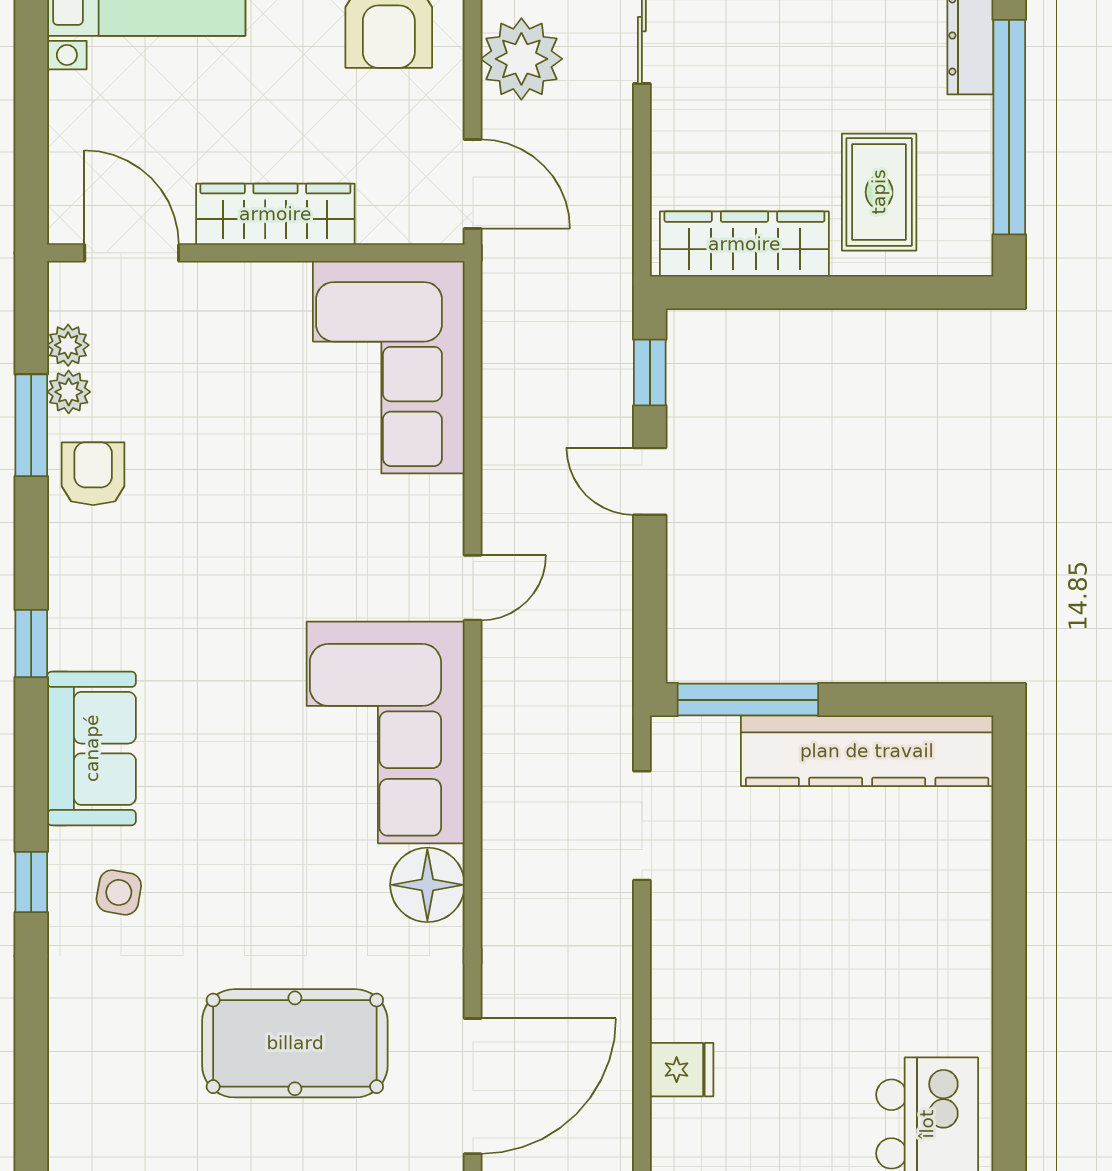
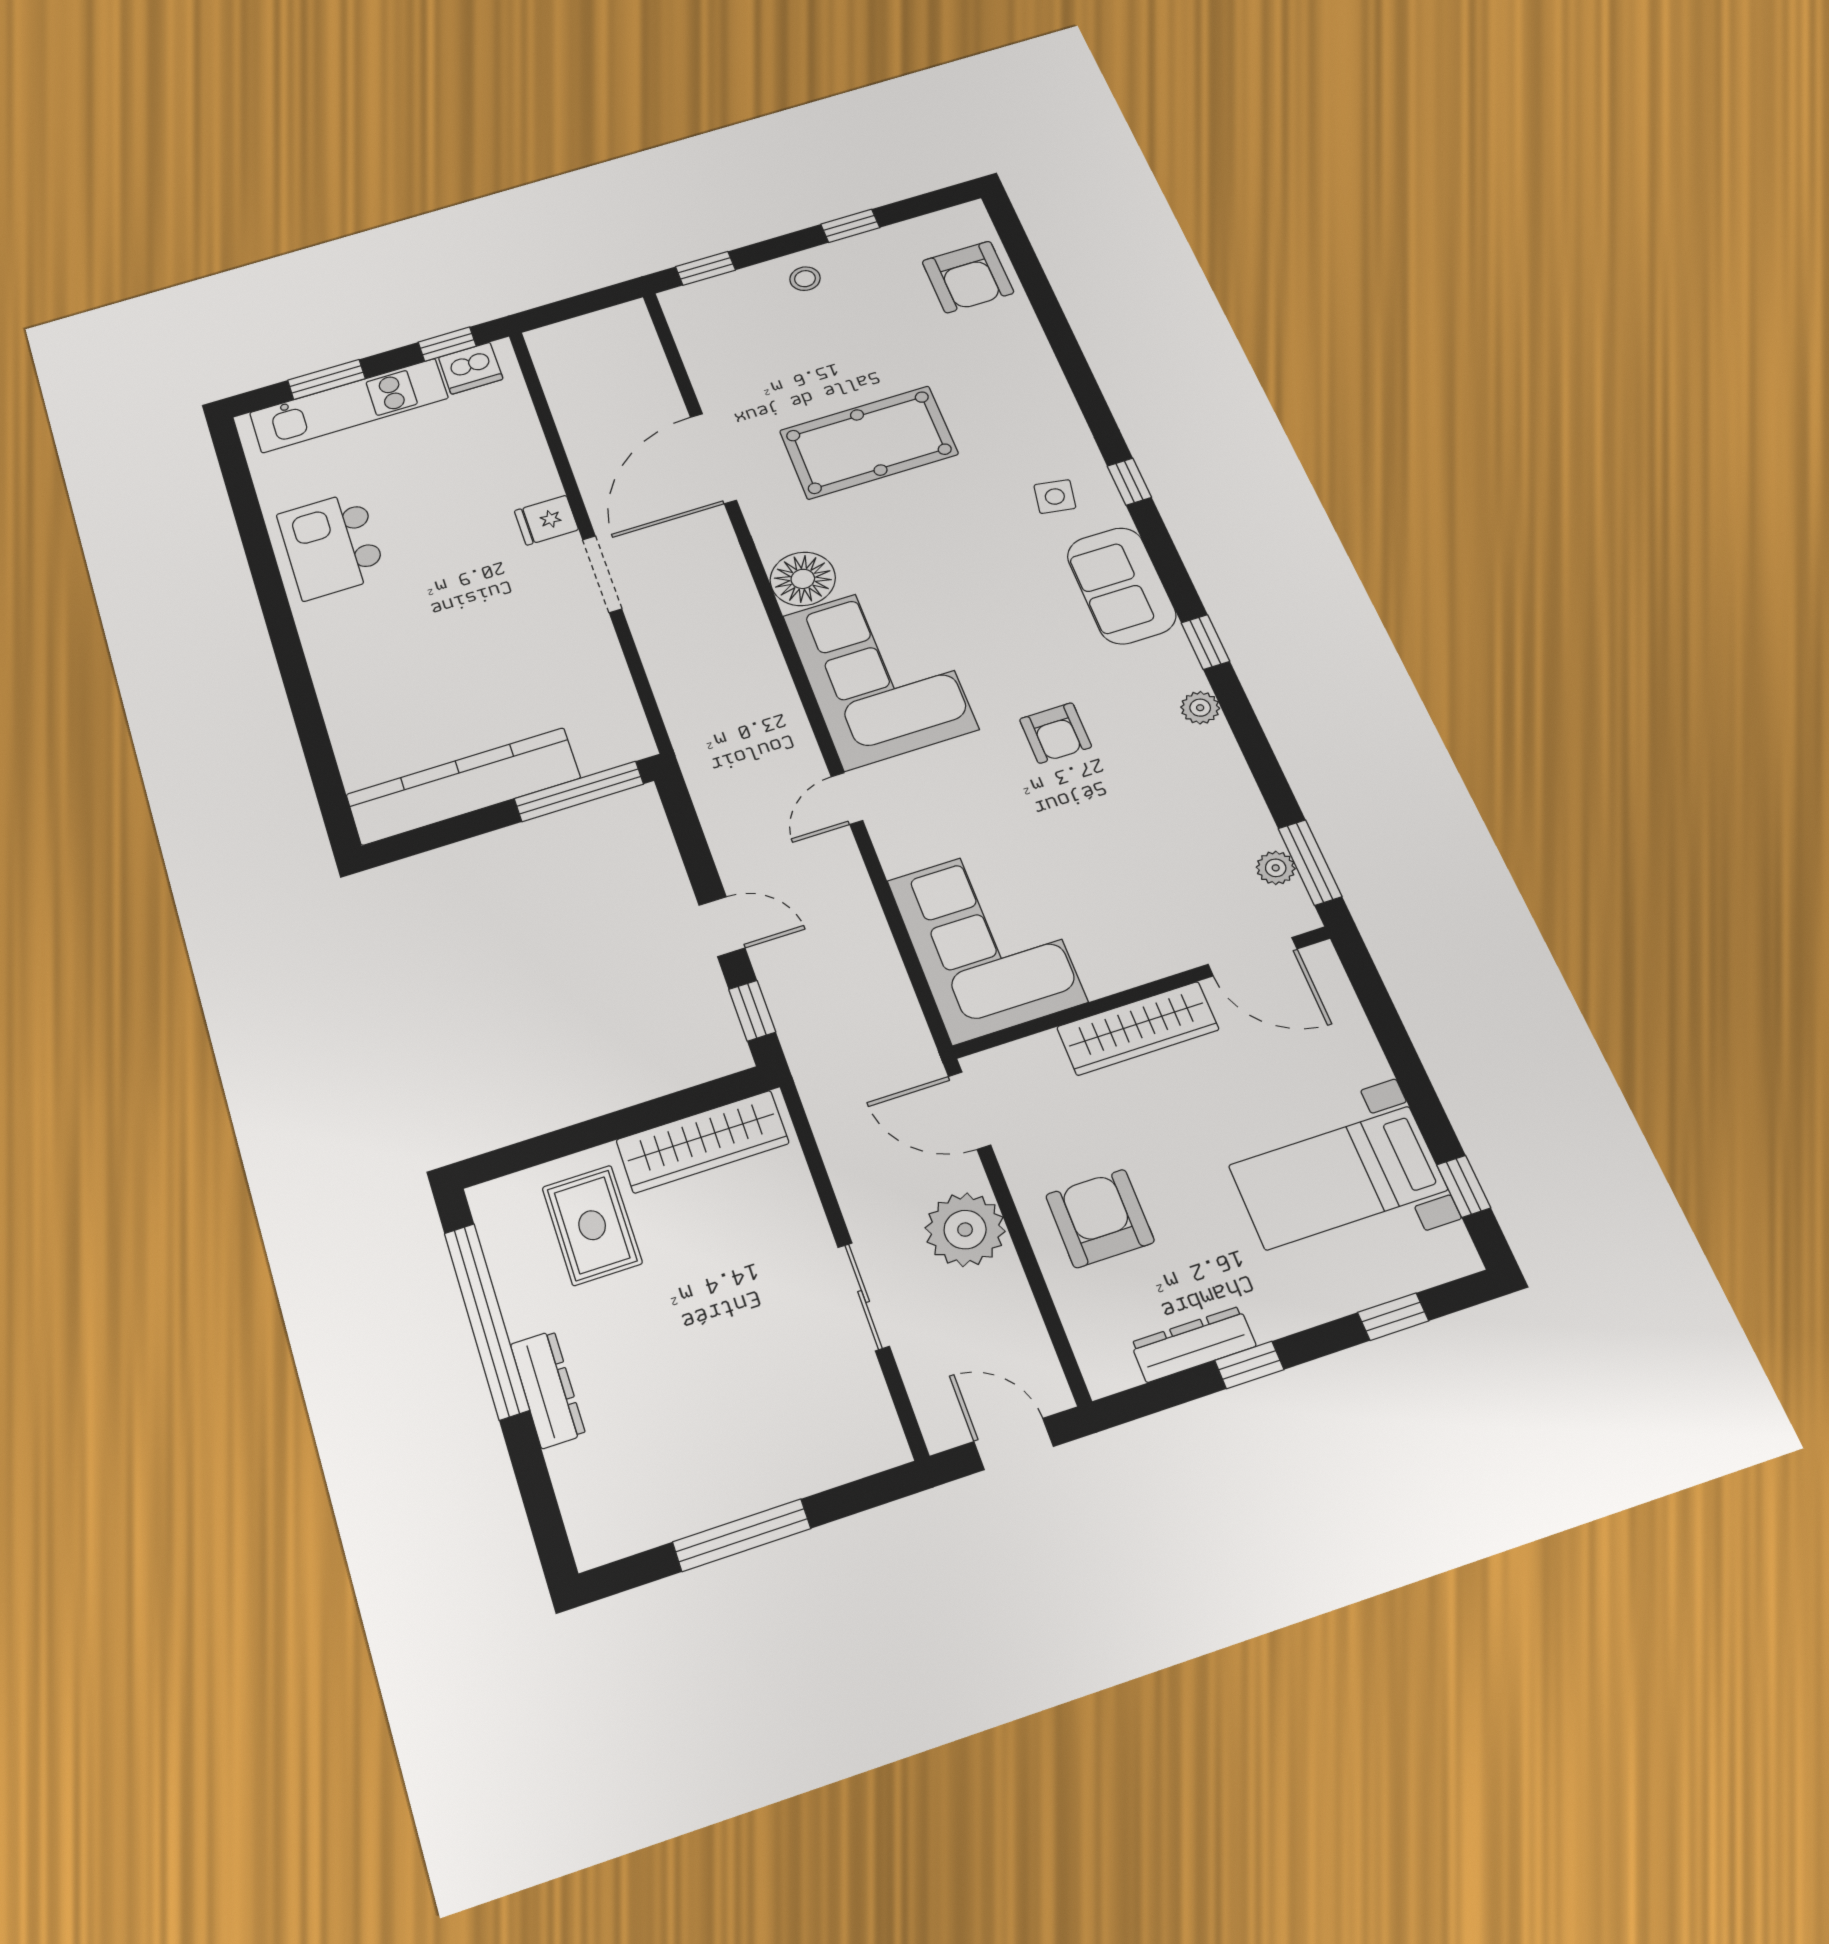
plant: (69, 392) -> (1200, 708), moved
window: (31, 425) -> (1310, 862), moved
armchair: (93, 474) -> (1056, 733), moved
doorway: (642, 826) -> (602, 574), moved

